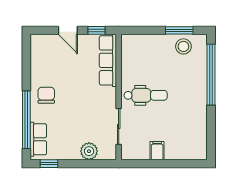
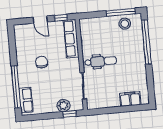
window: (179, 30) -> (121, 12), width x1.44
chair: (46, 95) -> (42, 62), moved
filing cabinet: (157, 151) -> (130, 99), moved, width x2.00
window: (49, 164) -> (70, 114), moved

